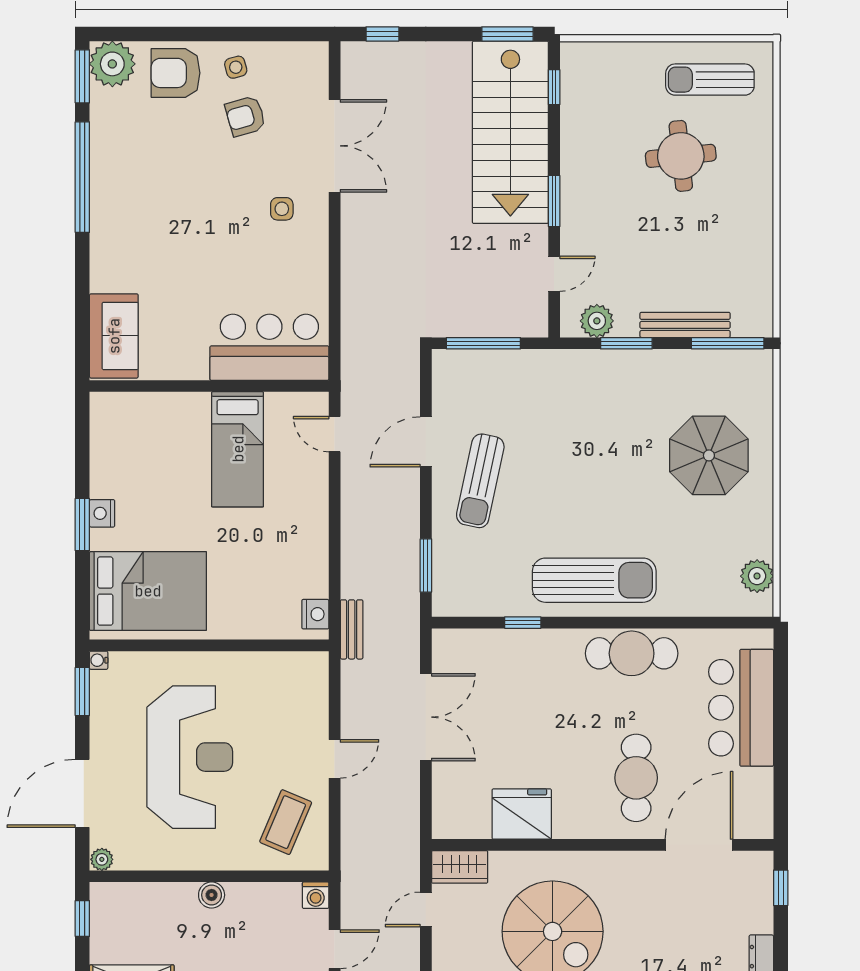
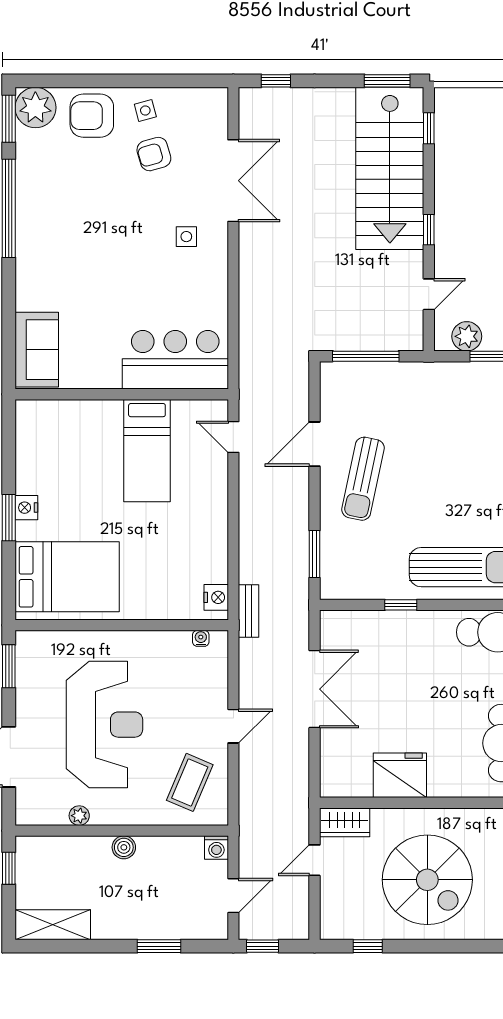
window: (554, 201) -> (429, 230), width x0.67
water cooler: (99, 660) -> (201, 638), moved, turned 90
plant: (102, 859) -> (79, 816), moved

